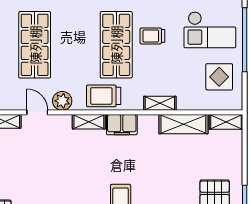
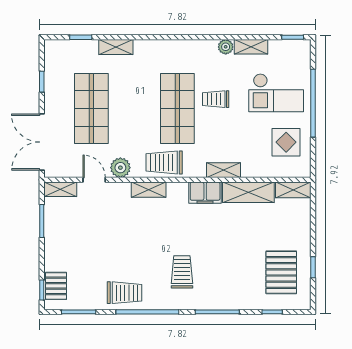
filing cabinet: (122, 125) -> (205, 193), moved

